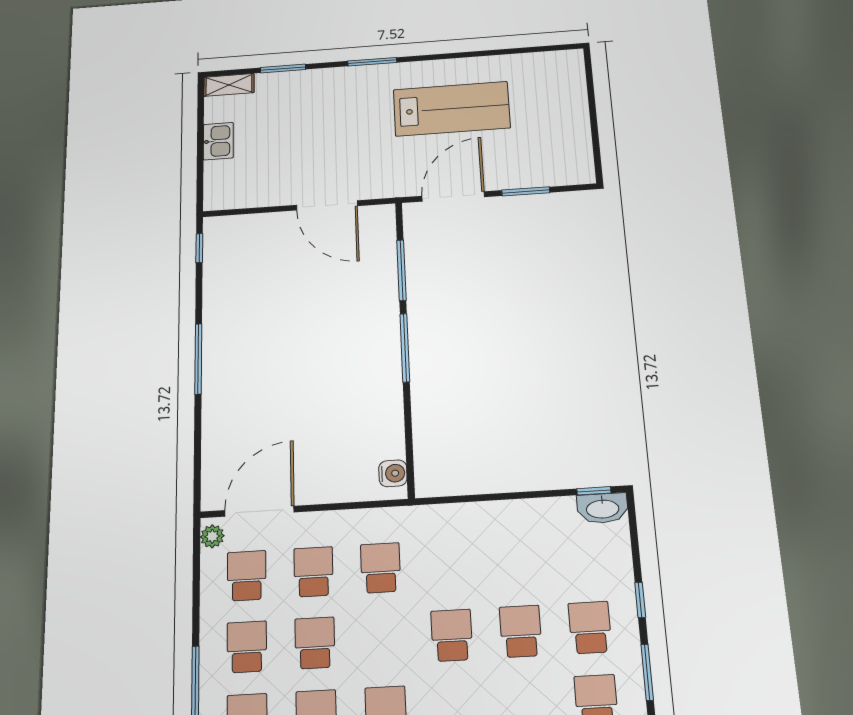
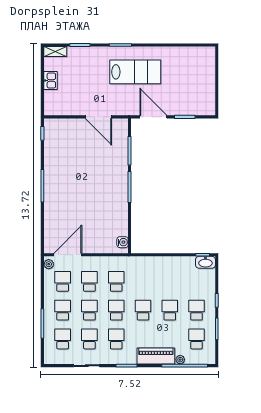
lab bench: (452, 109) -> (135, 72), moved
door: (453, 196) -> (153, 117), hinge flipped
school desk: (383, 639) -> (116, 310), added

